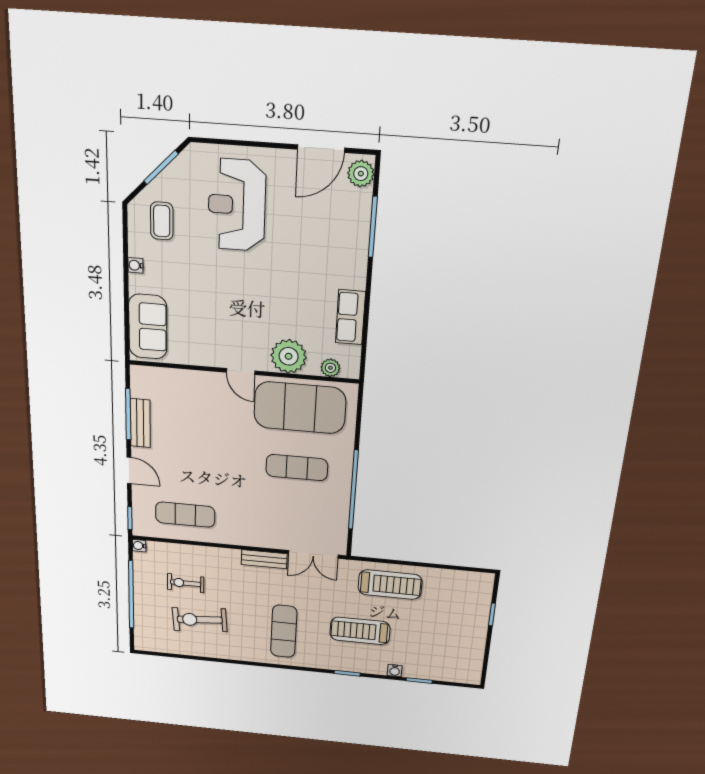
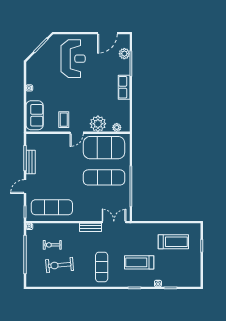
plant: (361, 174) -> (124, 54), moved
reception desk: (237, 205) -> (73, 59), turned 180
coffee table: (162, 221) -> (64, 120), moved
row of seats: (350, 317) -> (124, 87), moved
door: (241, 372) -> (77, 133), hinge flipped
exercise mat: (297, 468) -> (104, 177), width x1.36, depth x1.45
door: (129, 470) -> (25, 187), swing flipped
exercise mat: (185, 515) -> (52, 207), width x1.36, depth x1.45
double door: (313, 554) -> (114, 222), swing flipped
treadmill: (390, 585) -> (173, 242), moved

